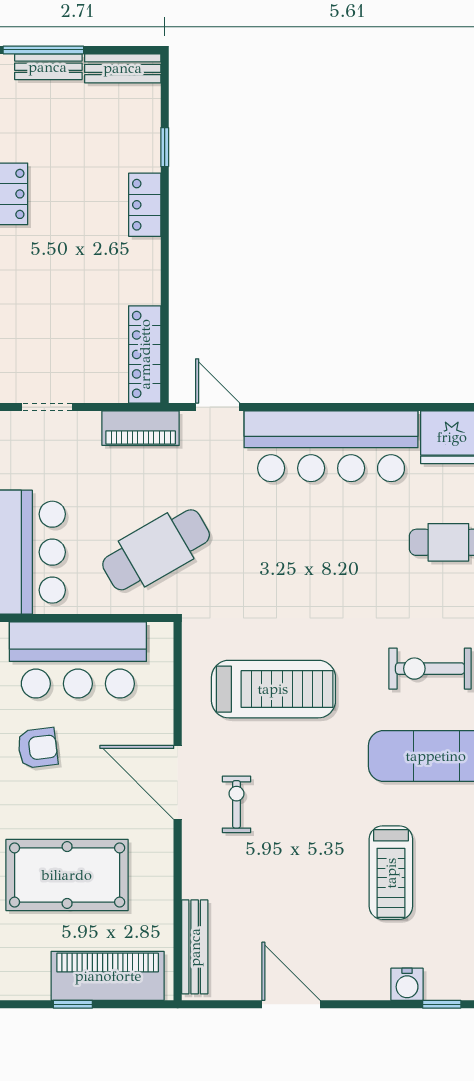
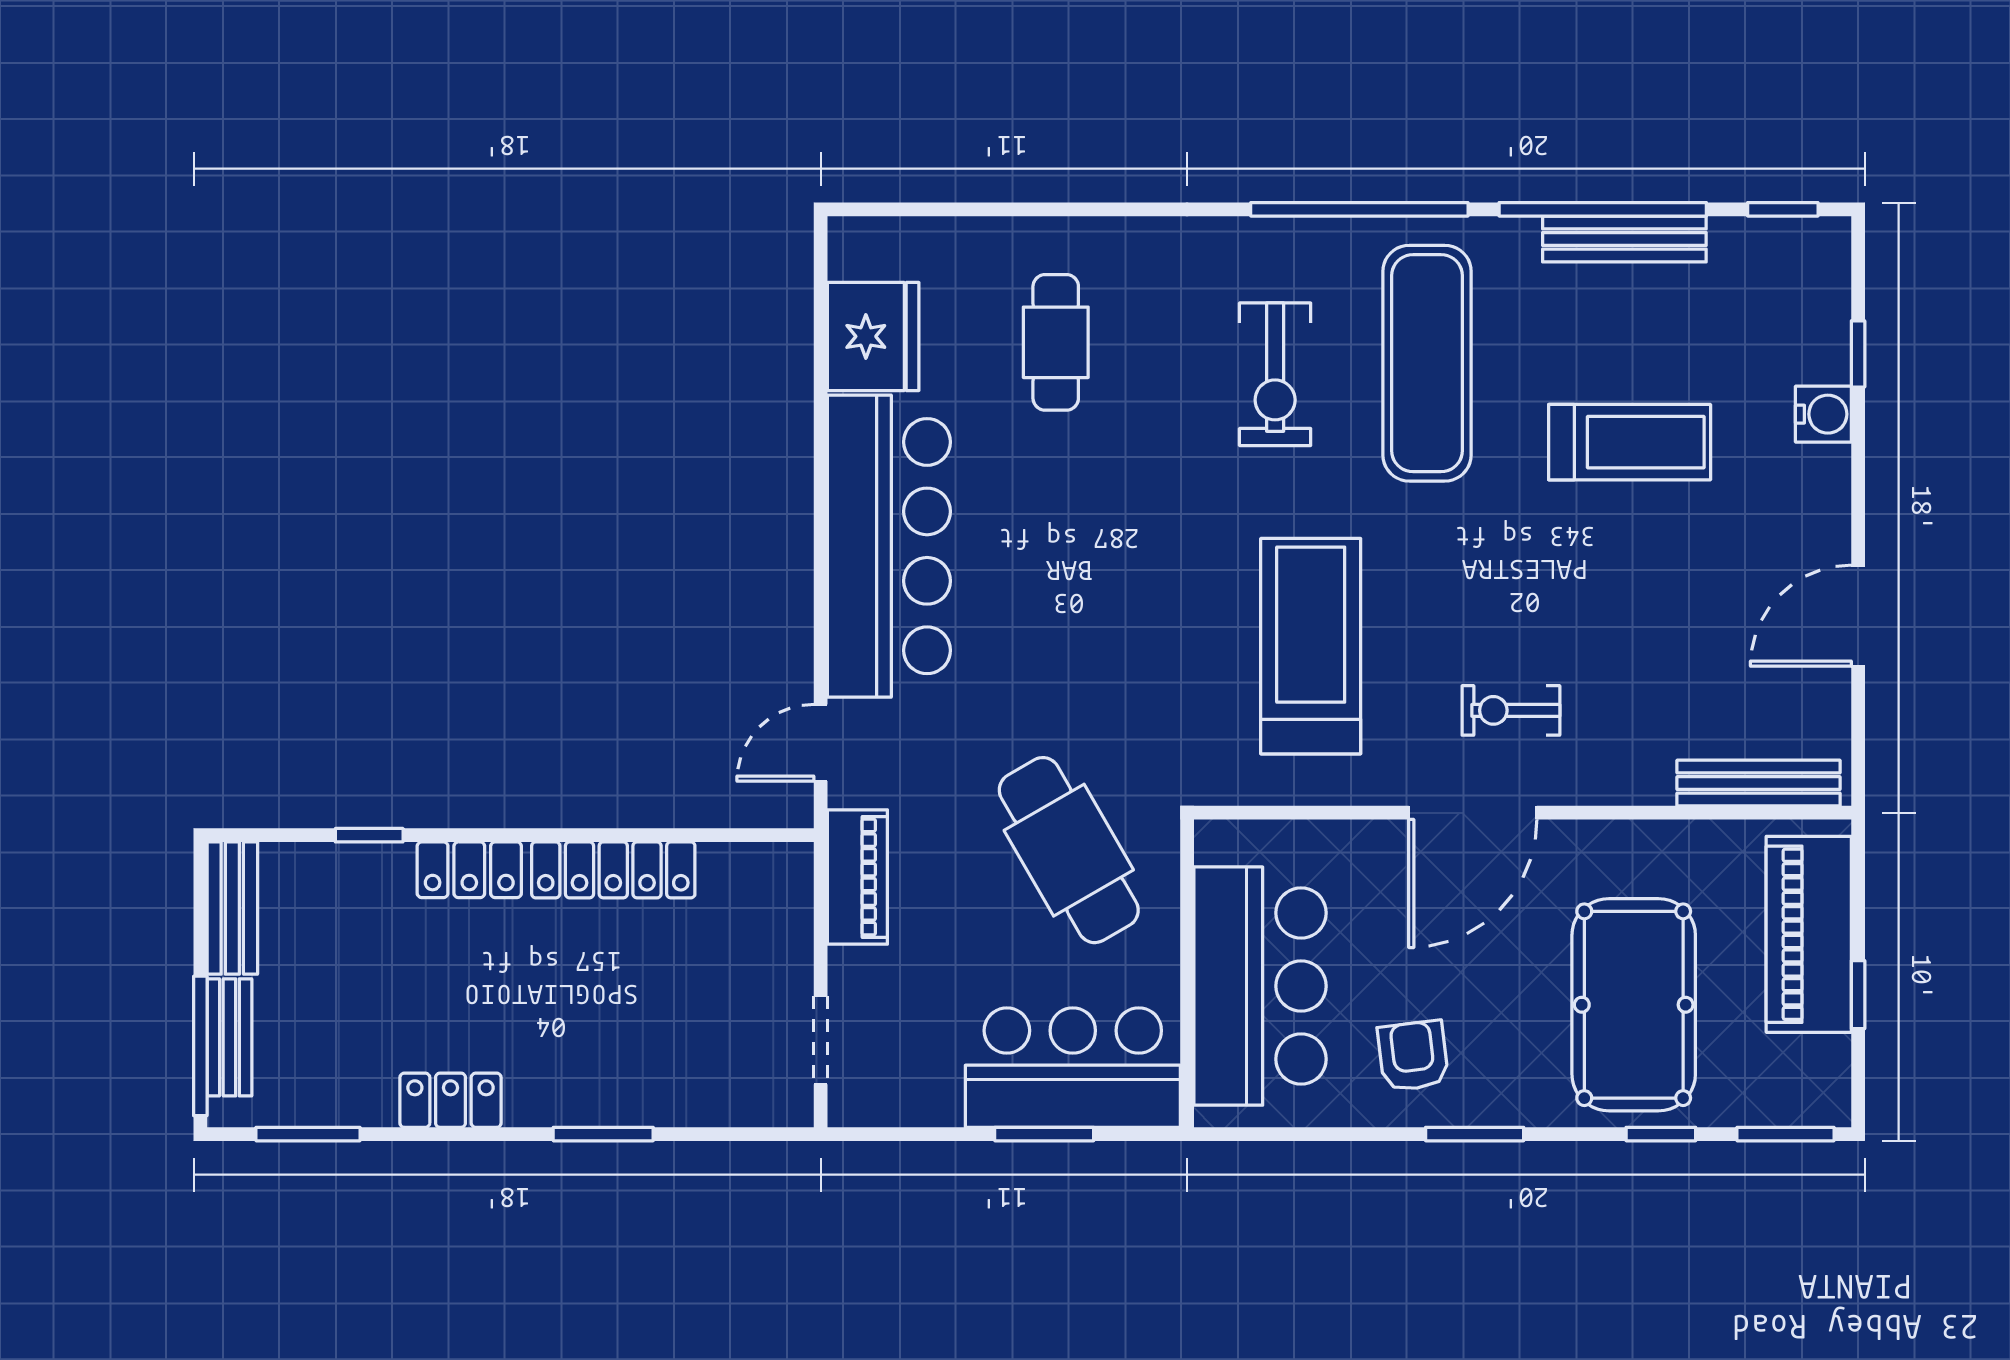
locker: (145, 354) -> (613, 870), moved

